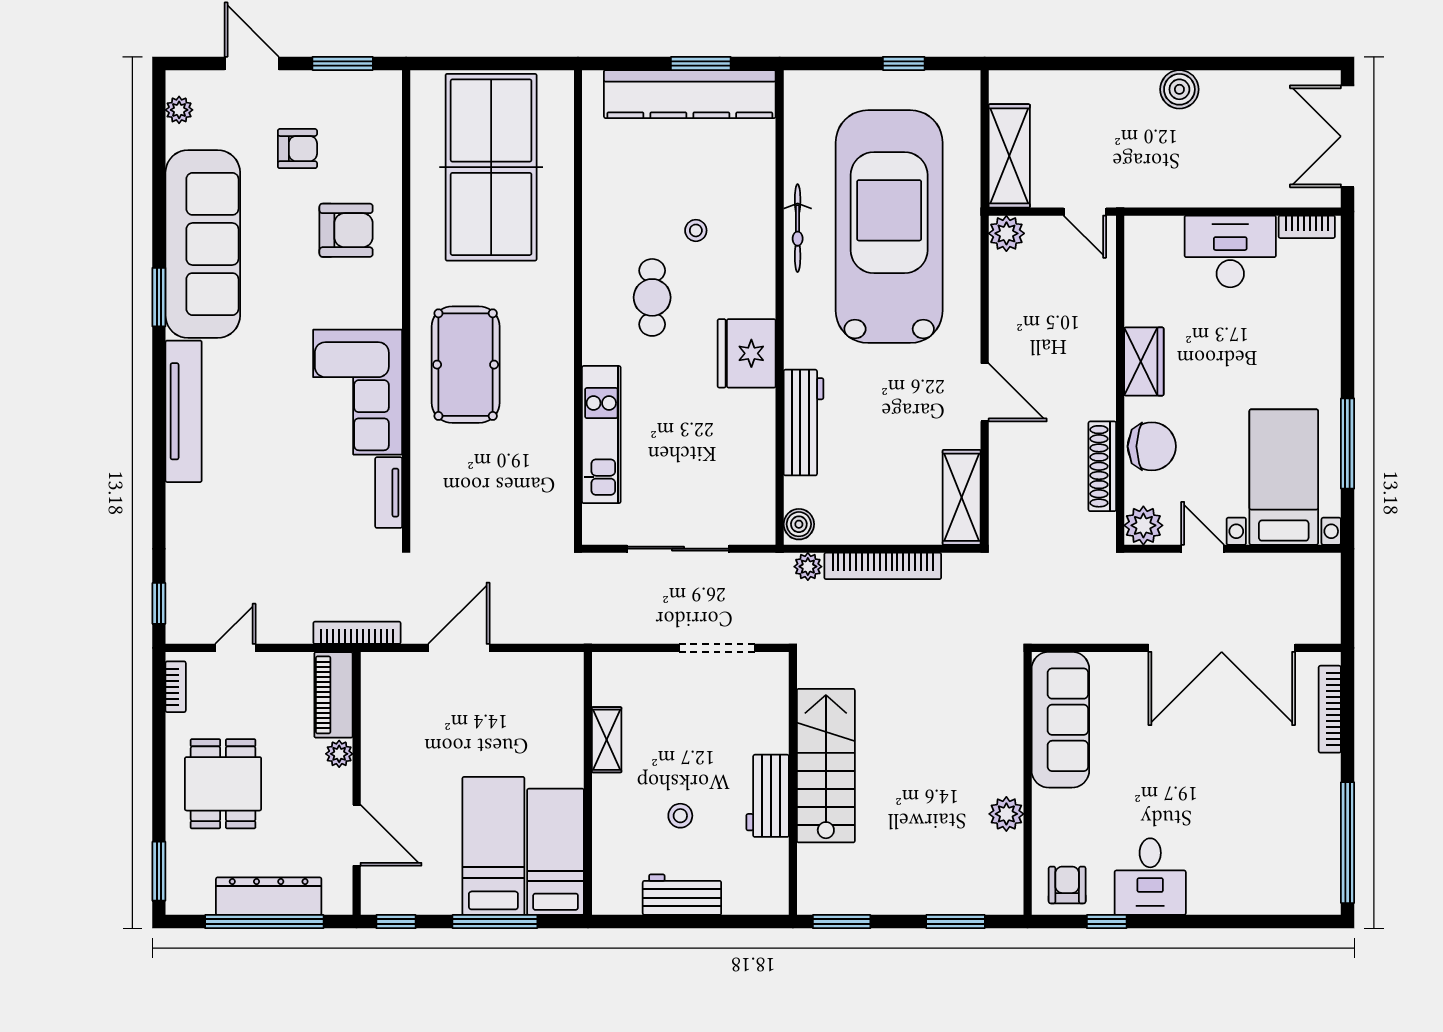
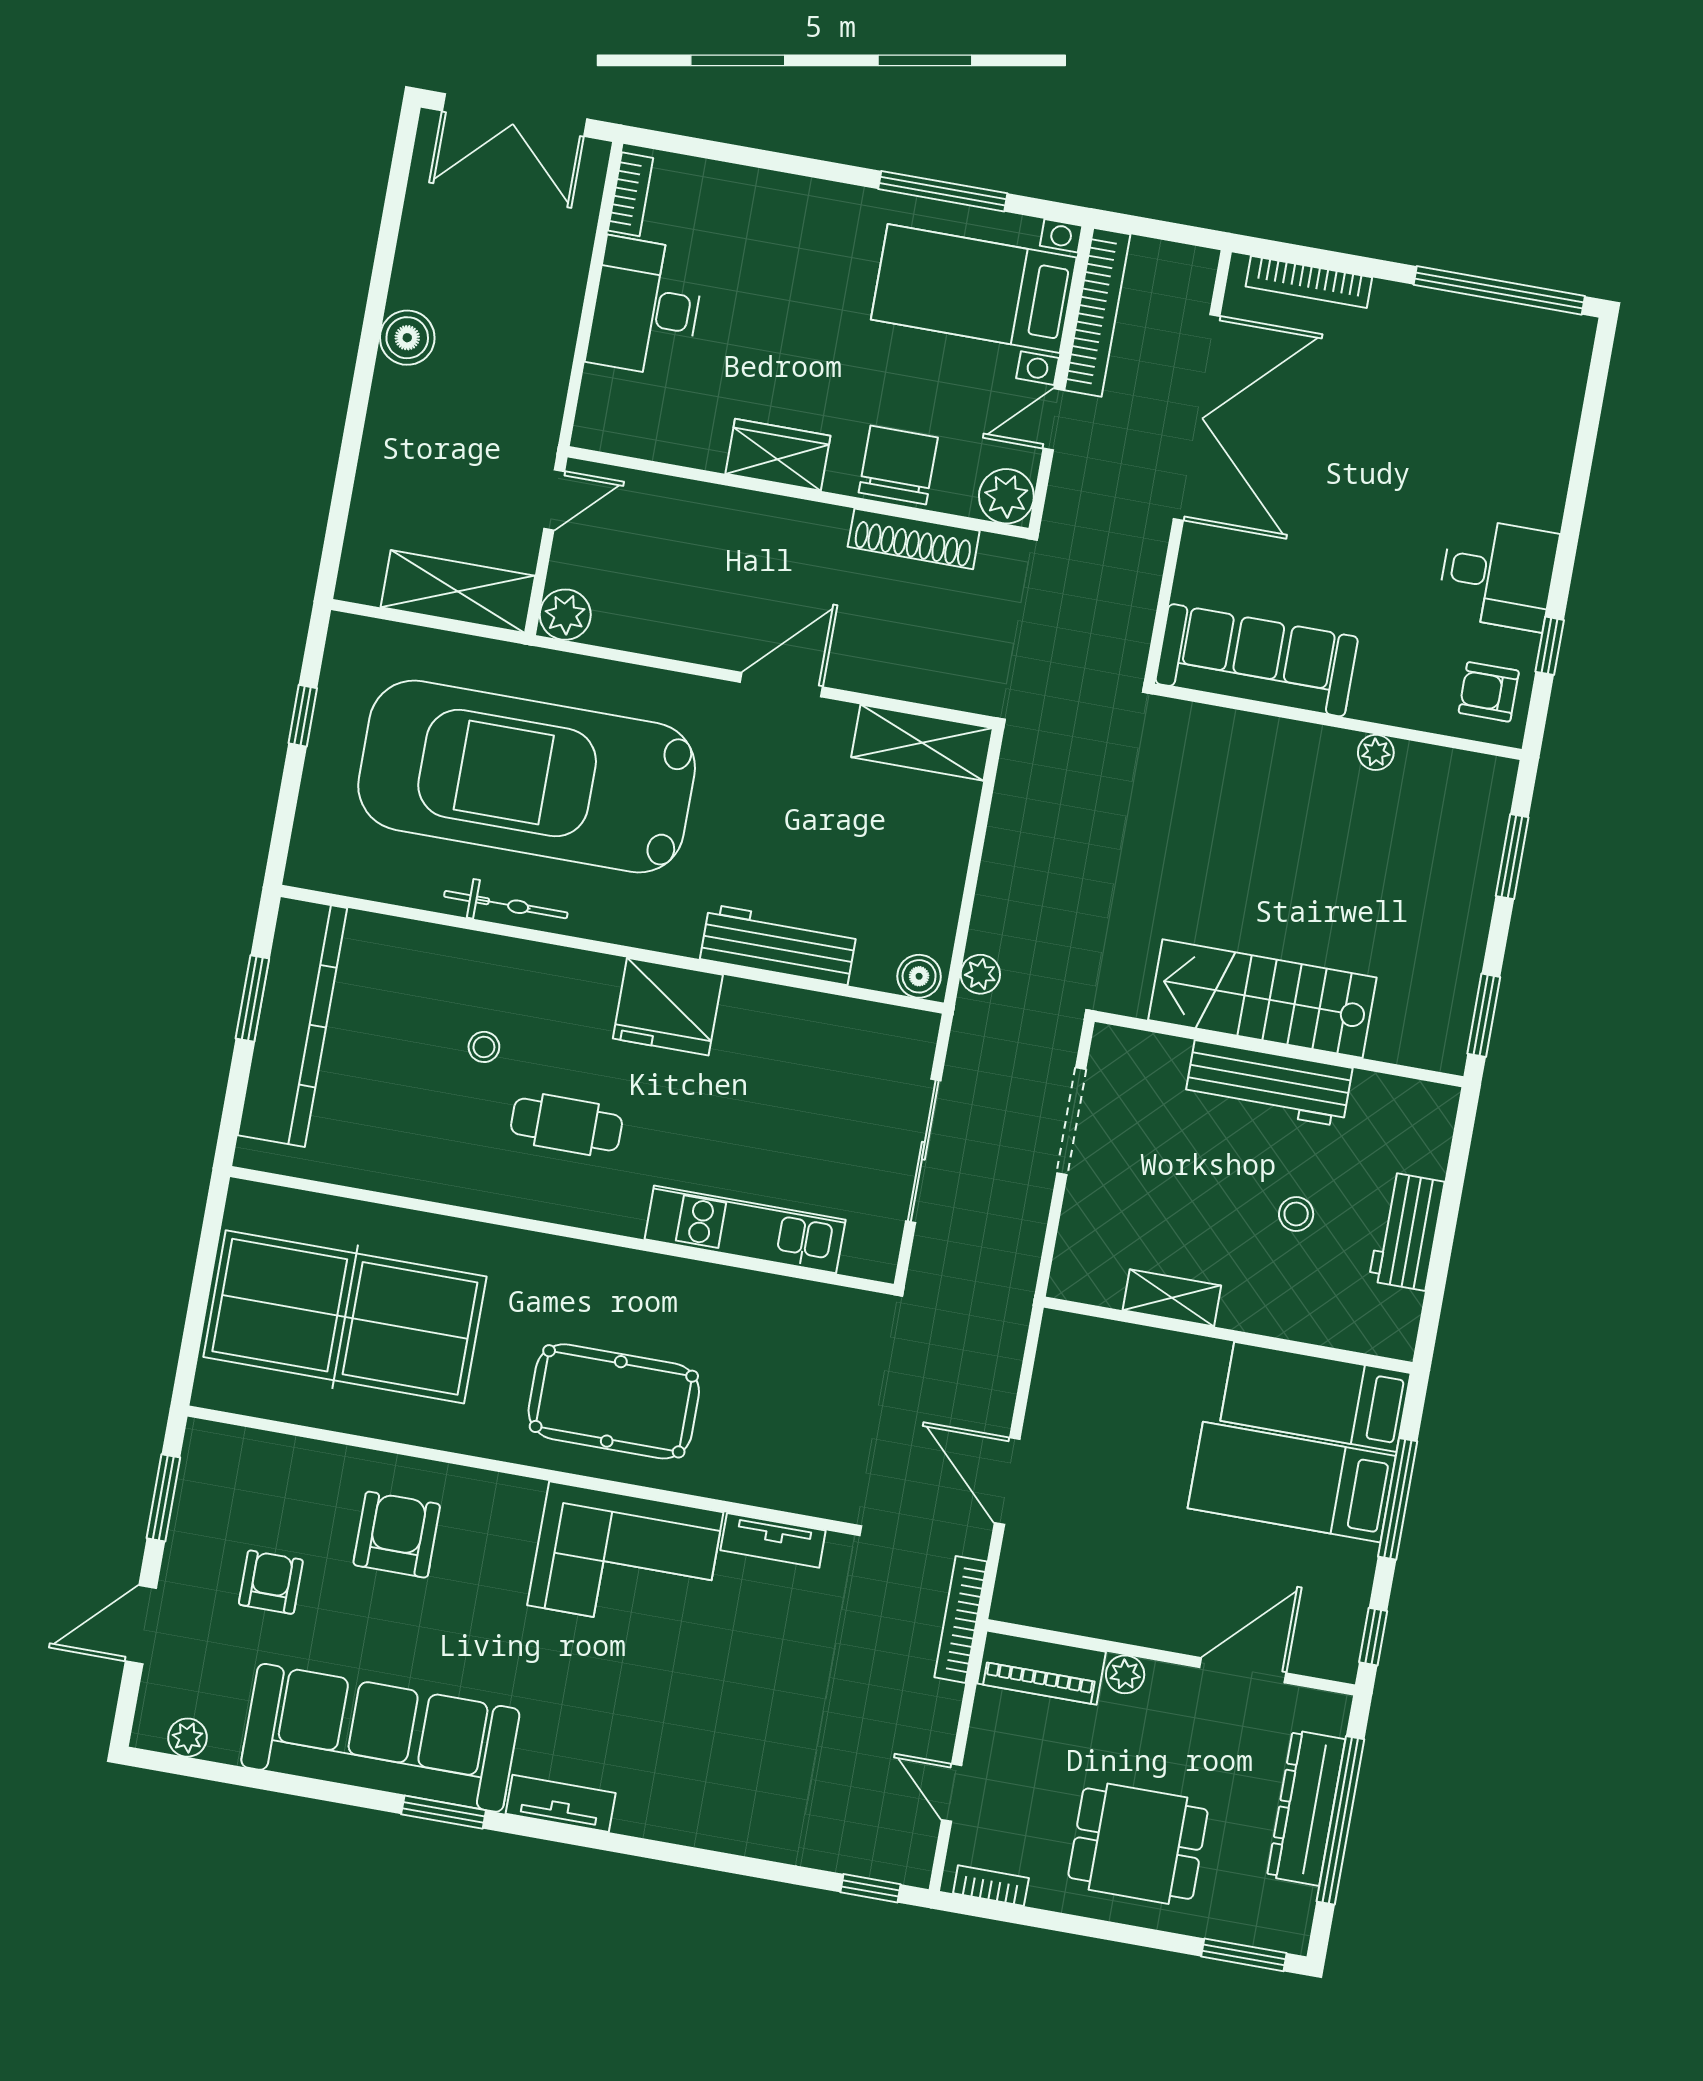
tv unit: (184, 411) -> (561, 1803), width x0.52, depth x0.78
bookcase: (883, 566) -> (1097, 312), moved
workbench: (768, 796) -> (1269, 1083), width x1.38
plant: (1006, 814) -> (1376, 752), width x0.73, depth x0.73

